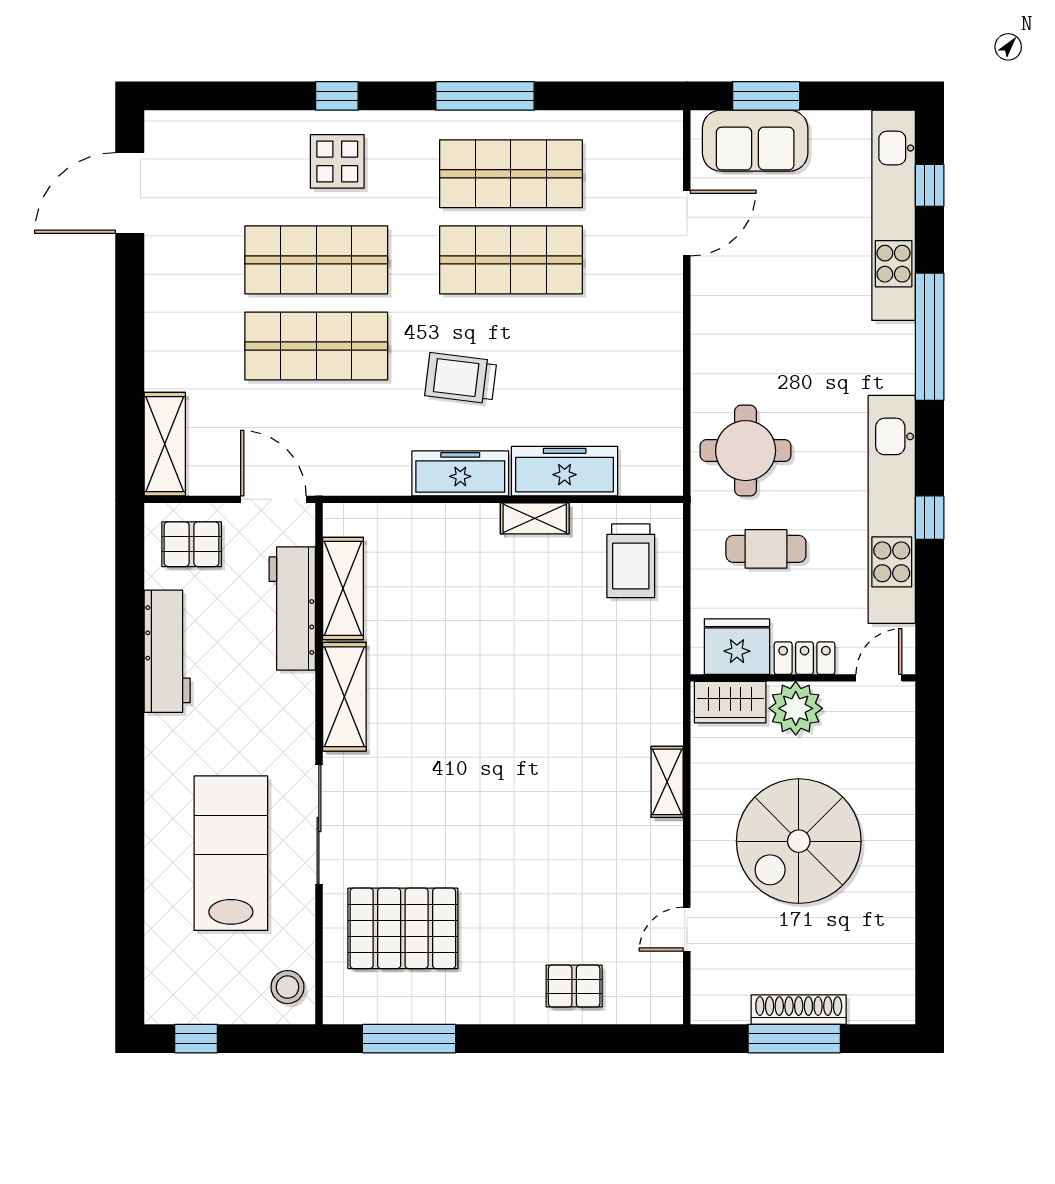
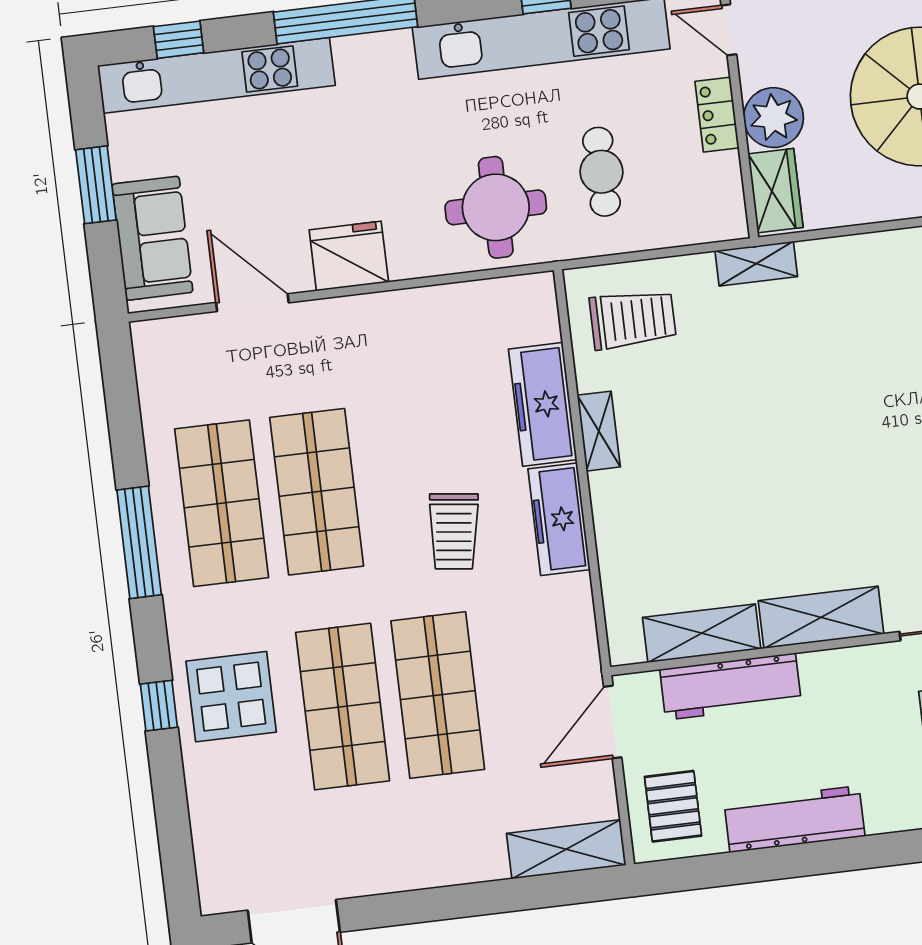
window: (766, 96) -> (96, 185), moved
display table: (337, 161) -> (231, 697), width x1.36, depth x1.36
fridge: (737, 647) -> (349, 256), moved, turned 90
shelving: (667, 782) -> (756, 264), moved

